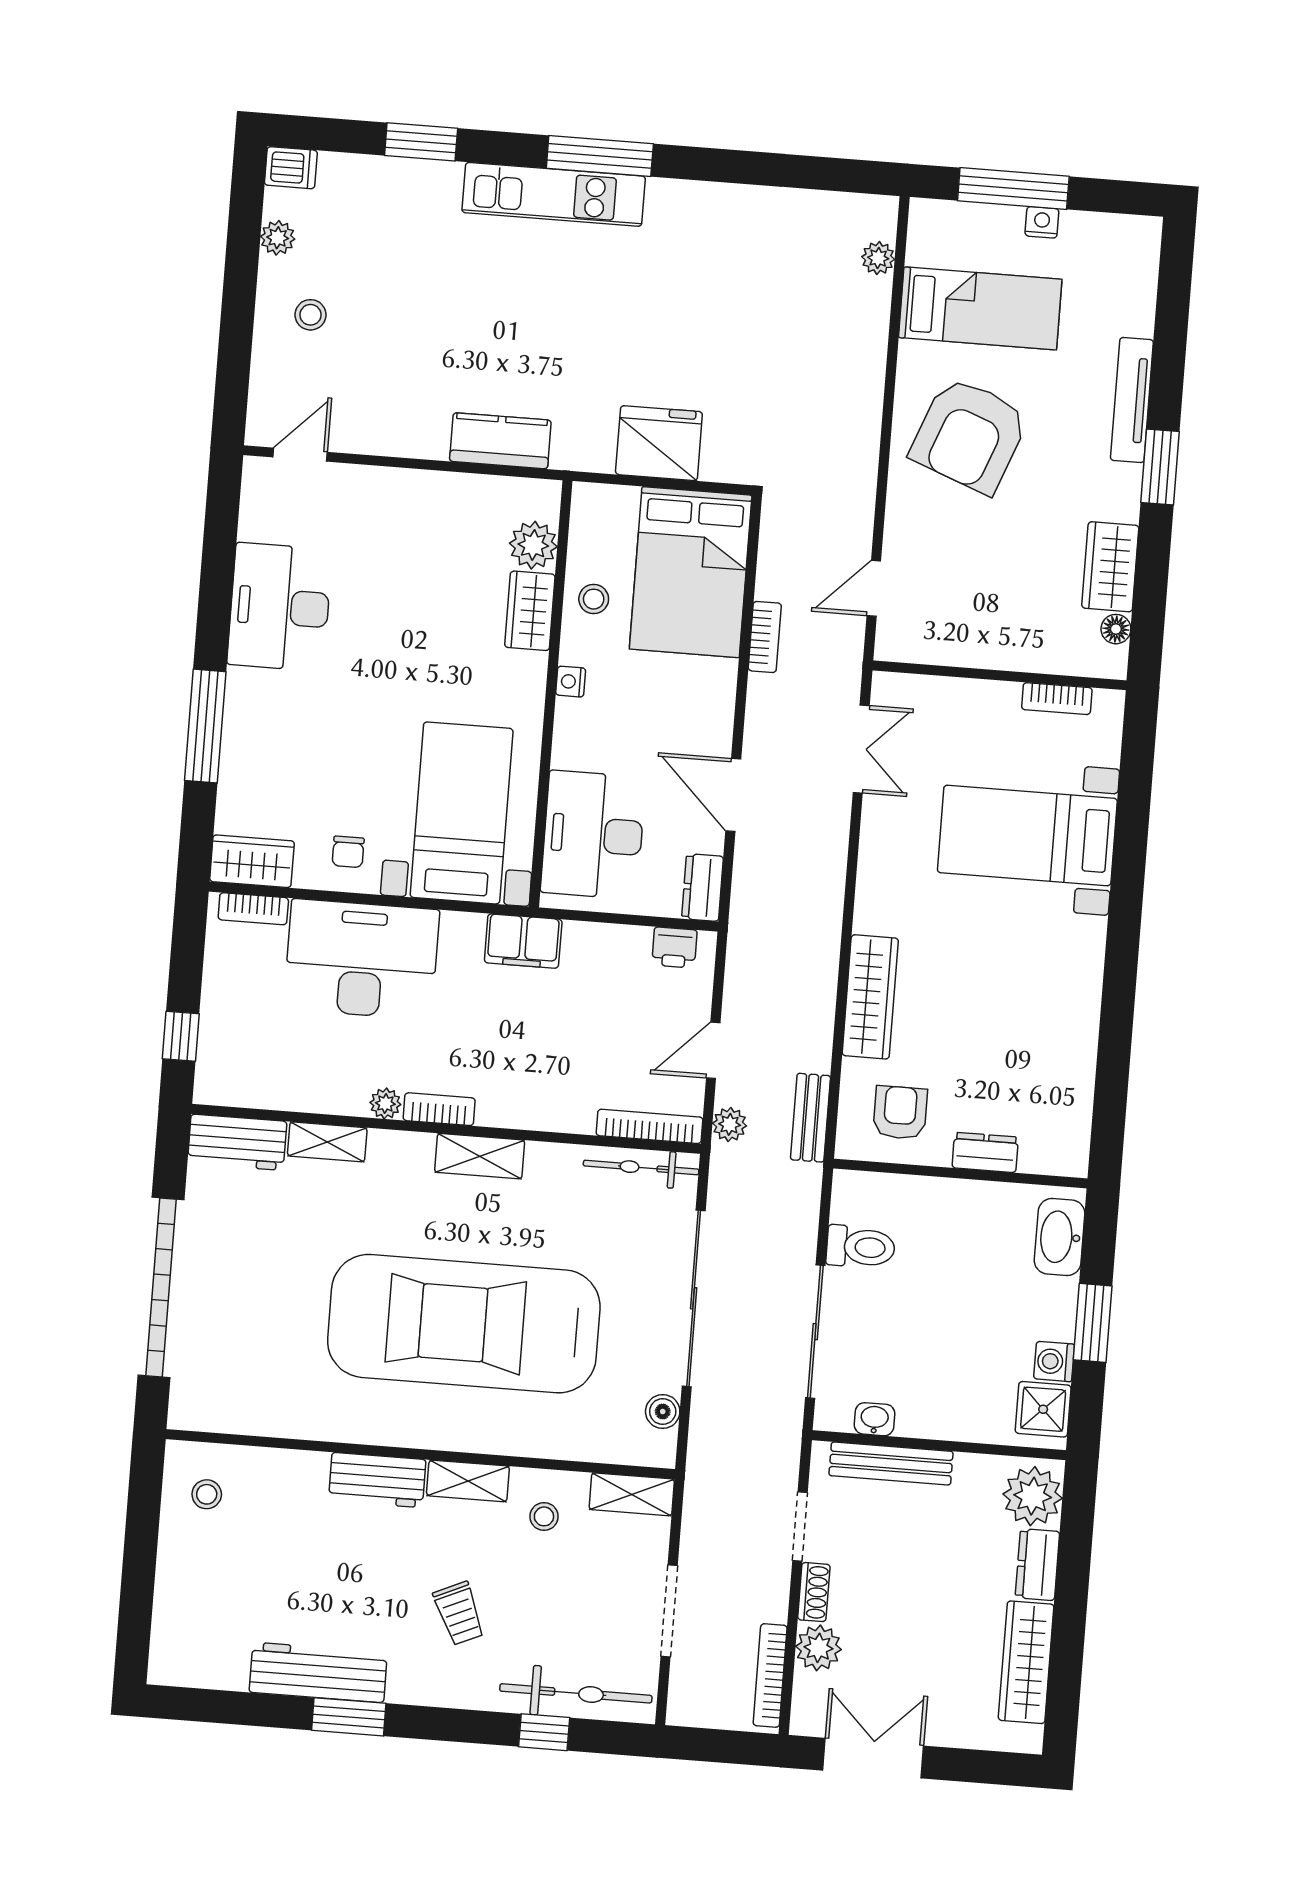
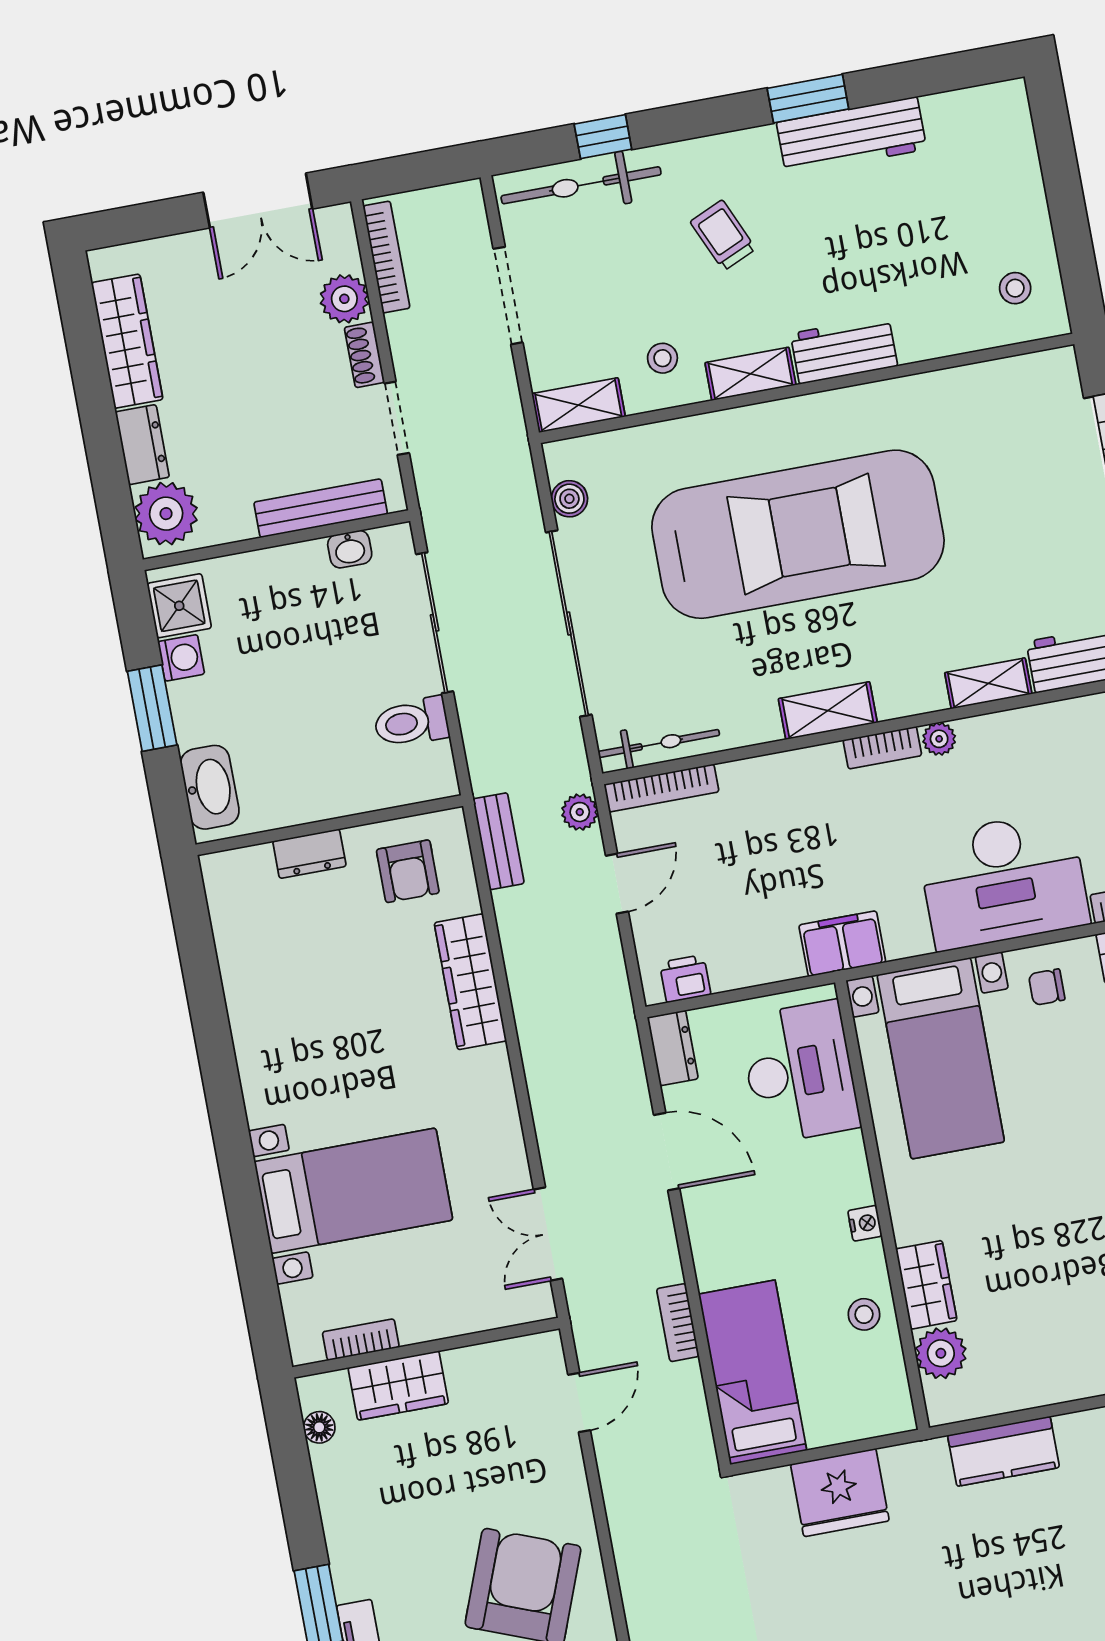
wardrobe: (1110, 567) -> (398, 1386), moved, turned 90
bed: (691, 572) -> (753, 1372), width x0.67
chair: (348, 852) -> (1047, 987), turned -90

